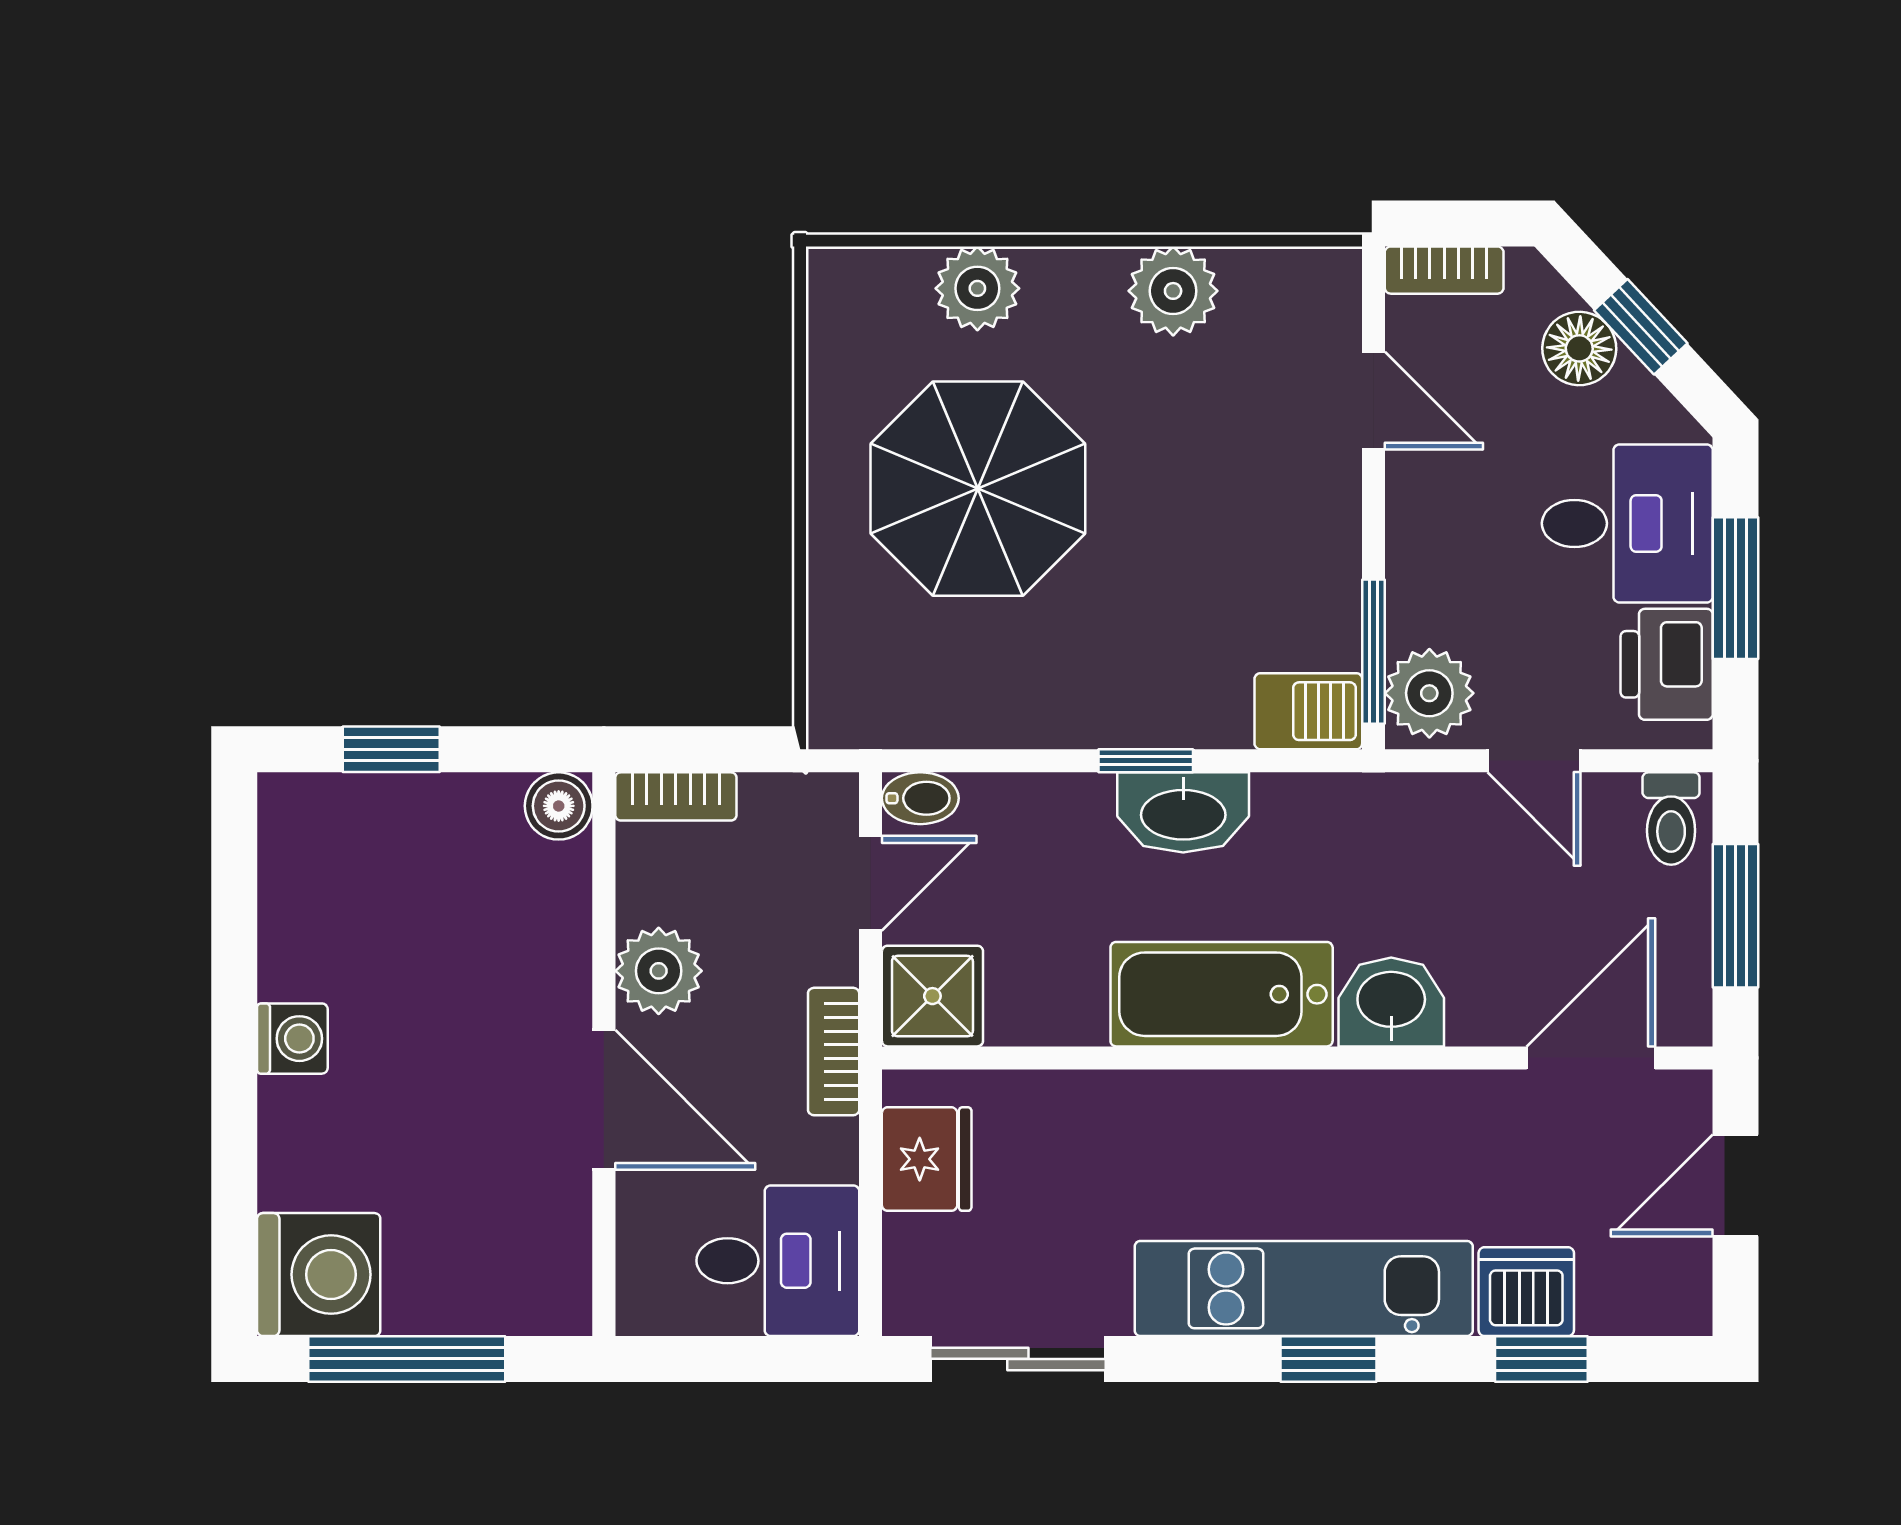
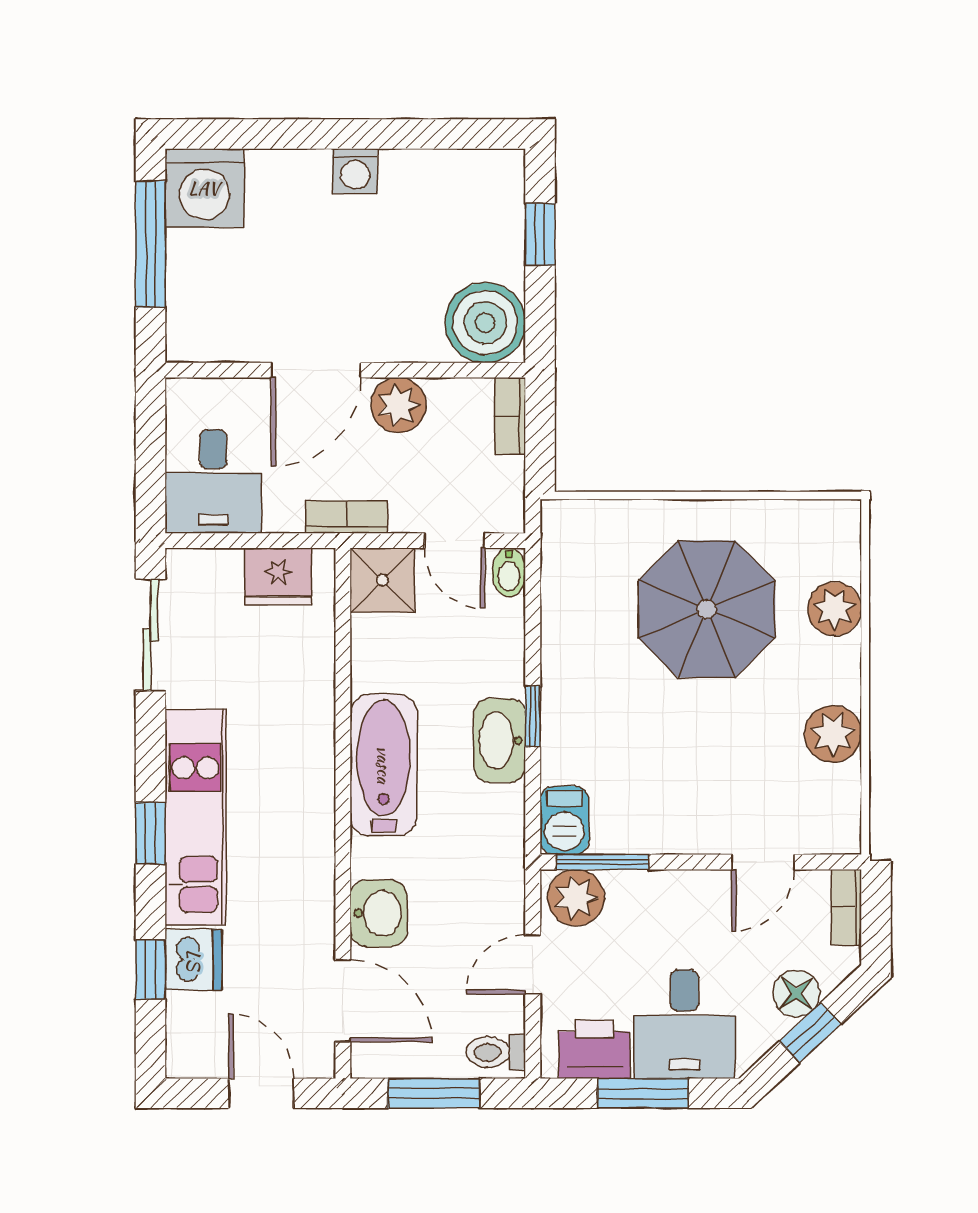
boiler: (559, 806) -> (485, 323), width x1.86, depth x1.86
washbasin: (1391, 1002) -> (379, 913), moved

